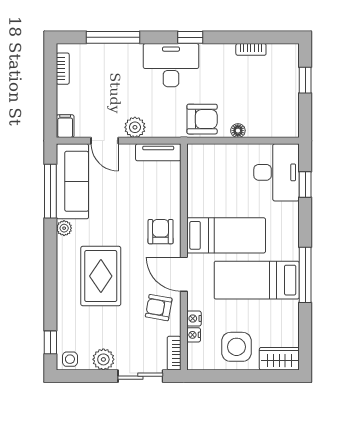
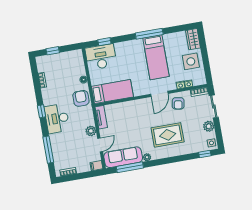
armchair: (161, 232) -> (140, 109), removed
bed: (226, 235) -> (112, 92), moved, turned 90

